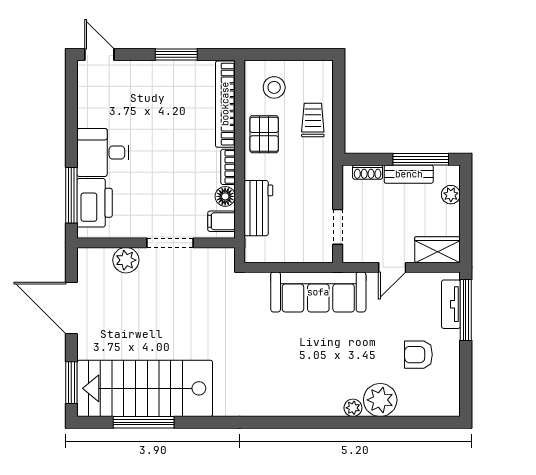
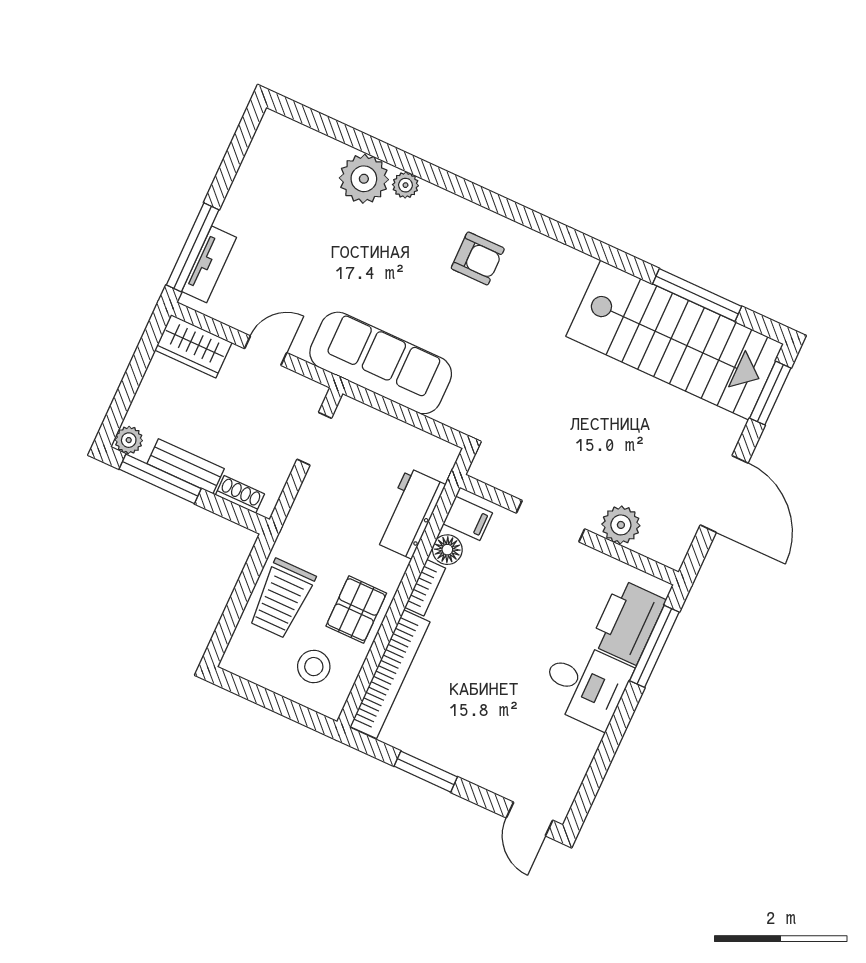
trolley: (313, 120) -> (282, 599), width x1.36, depth x1.39
plant: (451, 195) -> (129, 440), moved
armchair: (418, 355) -> (478, 258), moved

